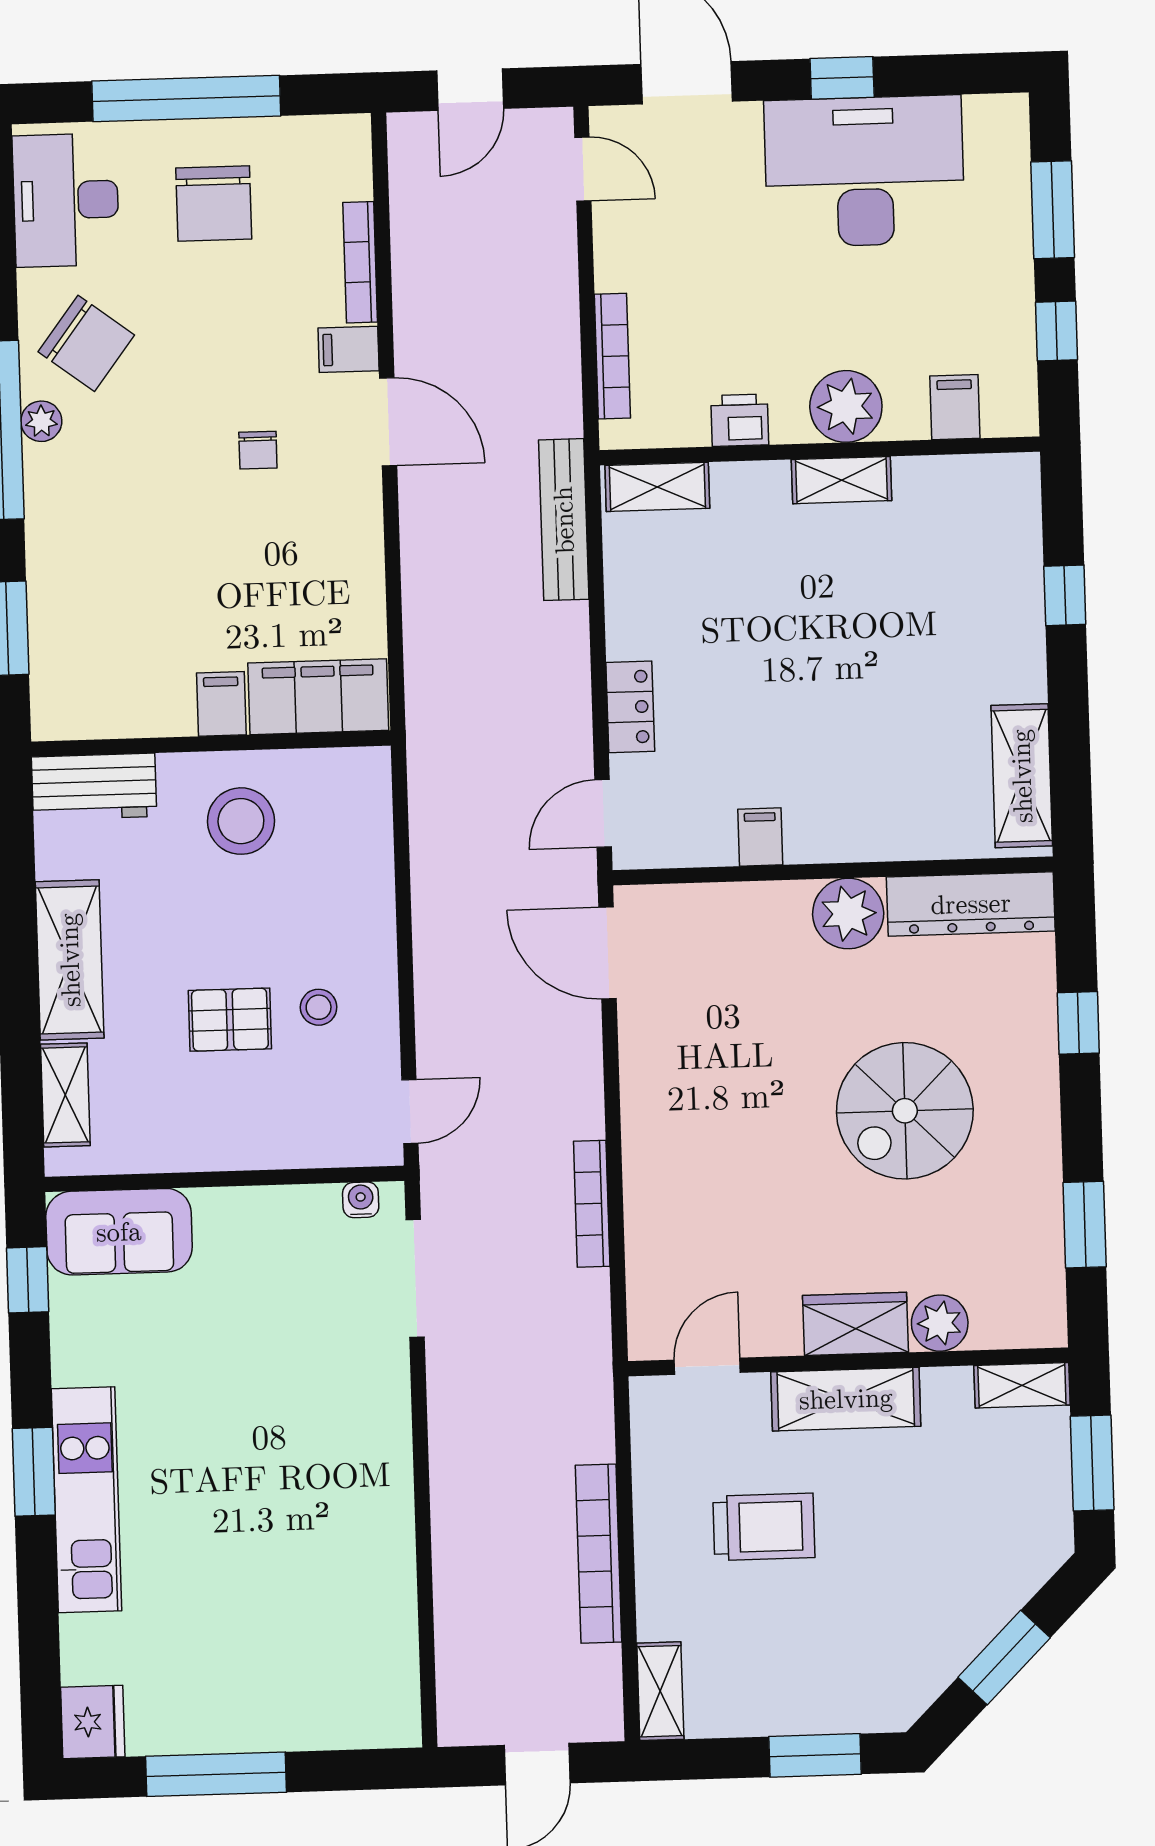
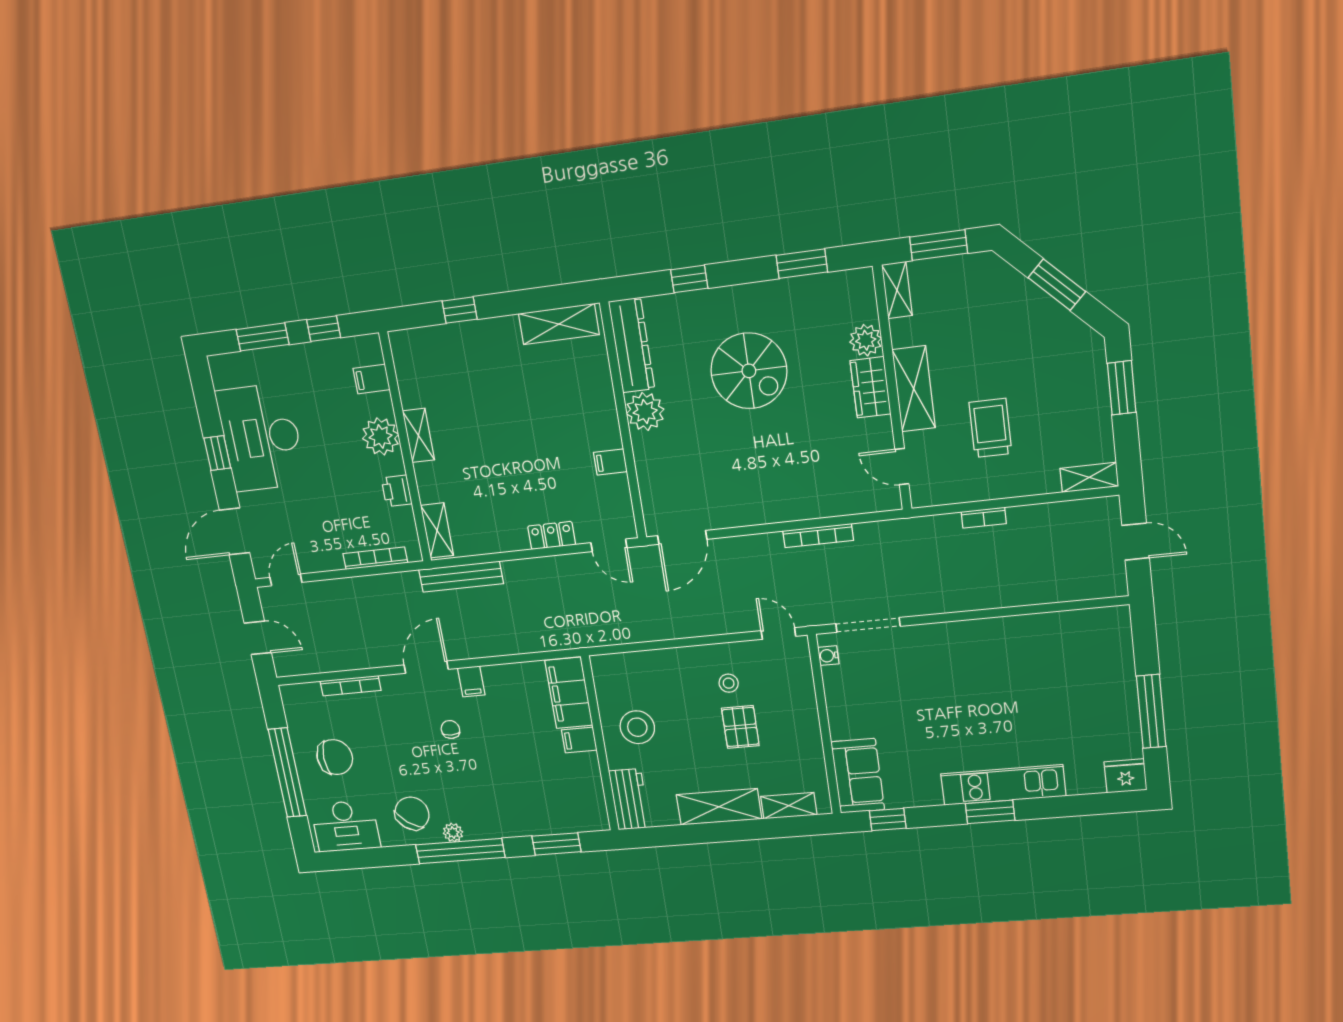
filing cabinet: (349, 349) -> (471, 681), moved
chair: (258, 450) -> (450, 729), turned -90
bookcase: (599, 1554) -> (984, 518), width x0.43, depth x0.76

